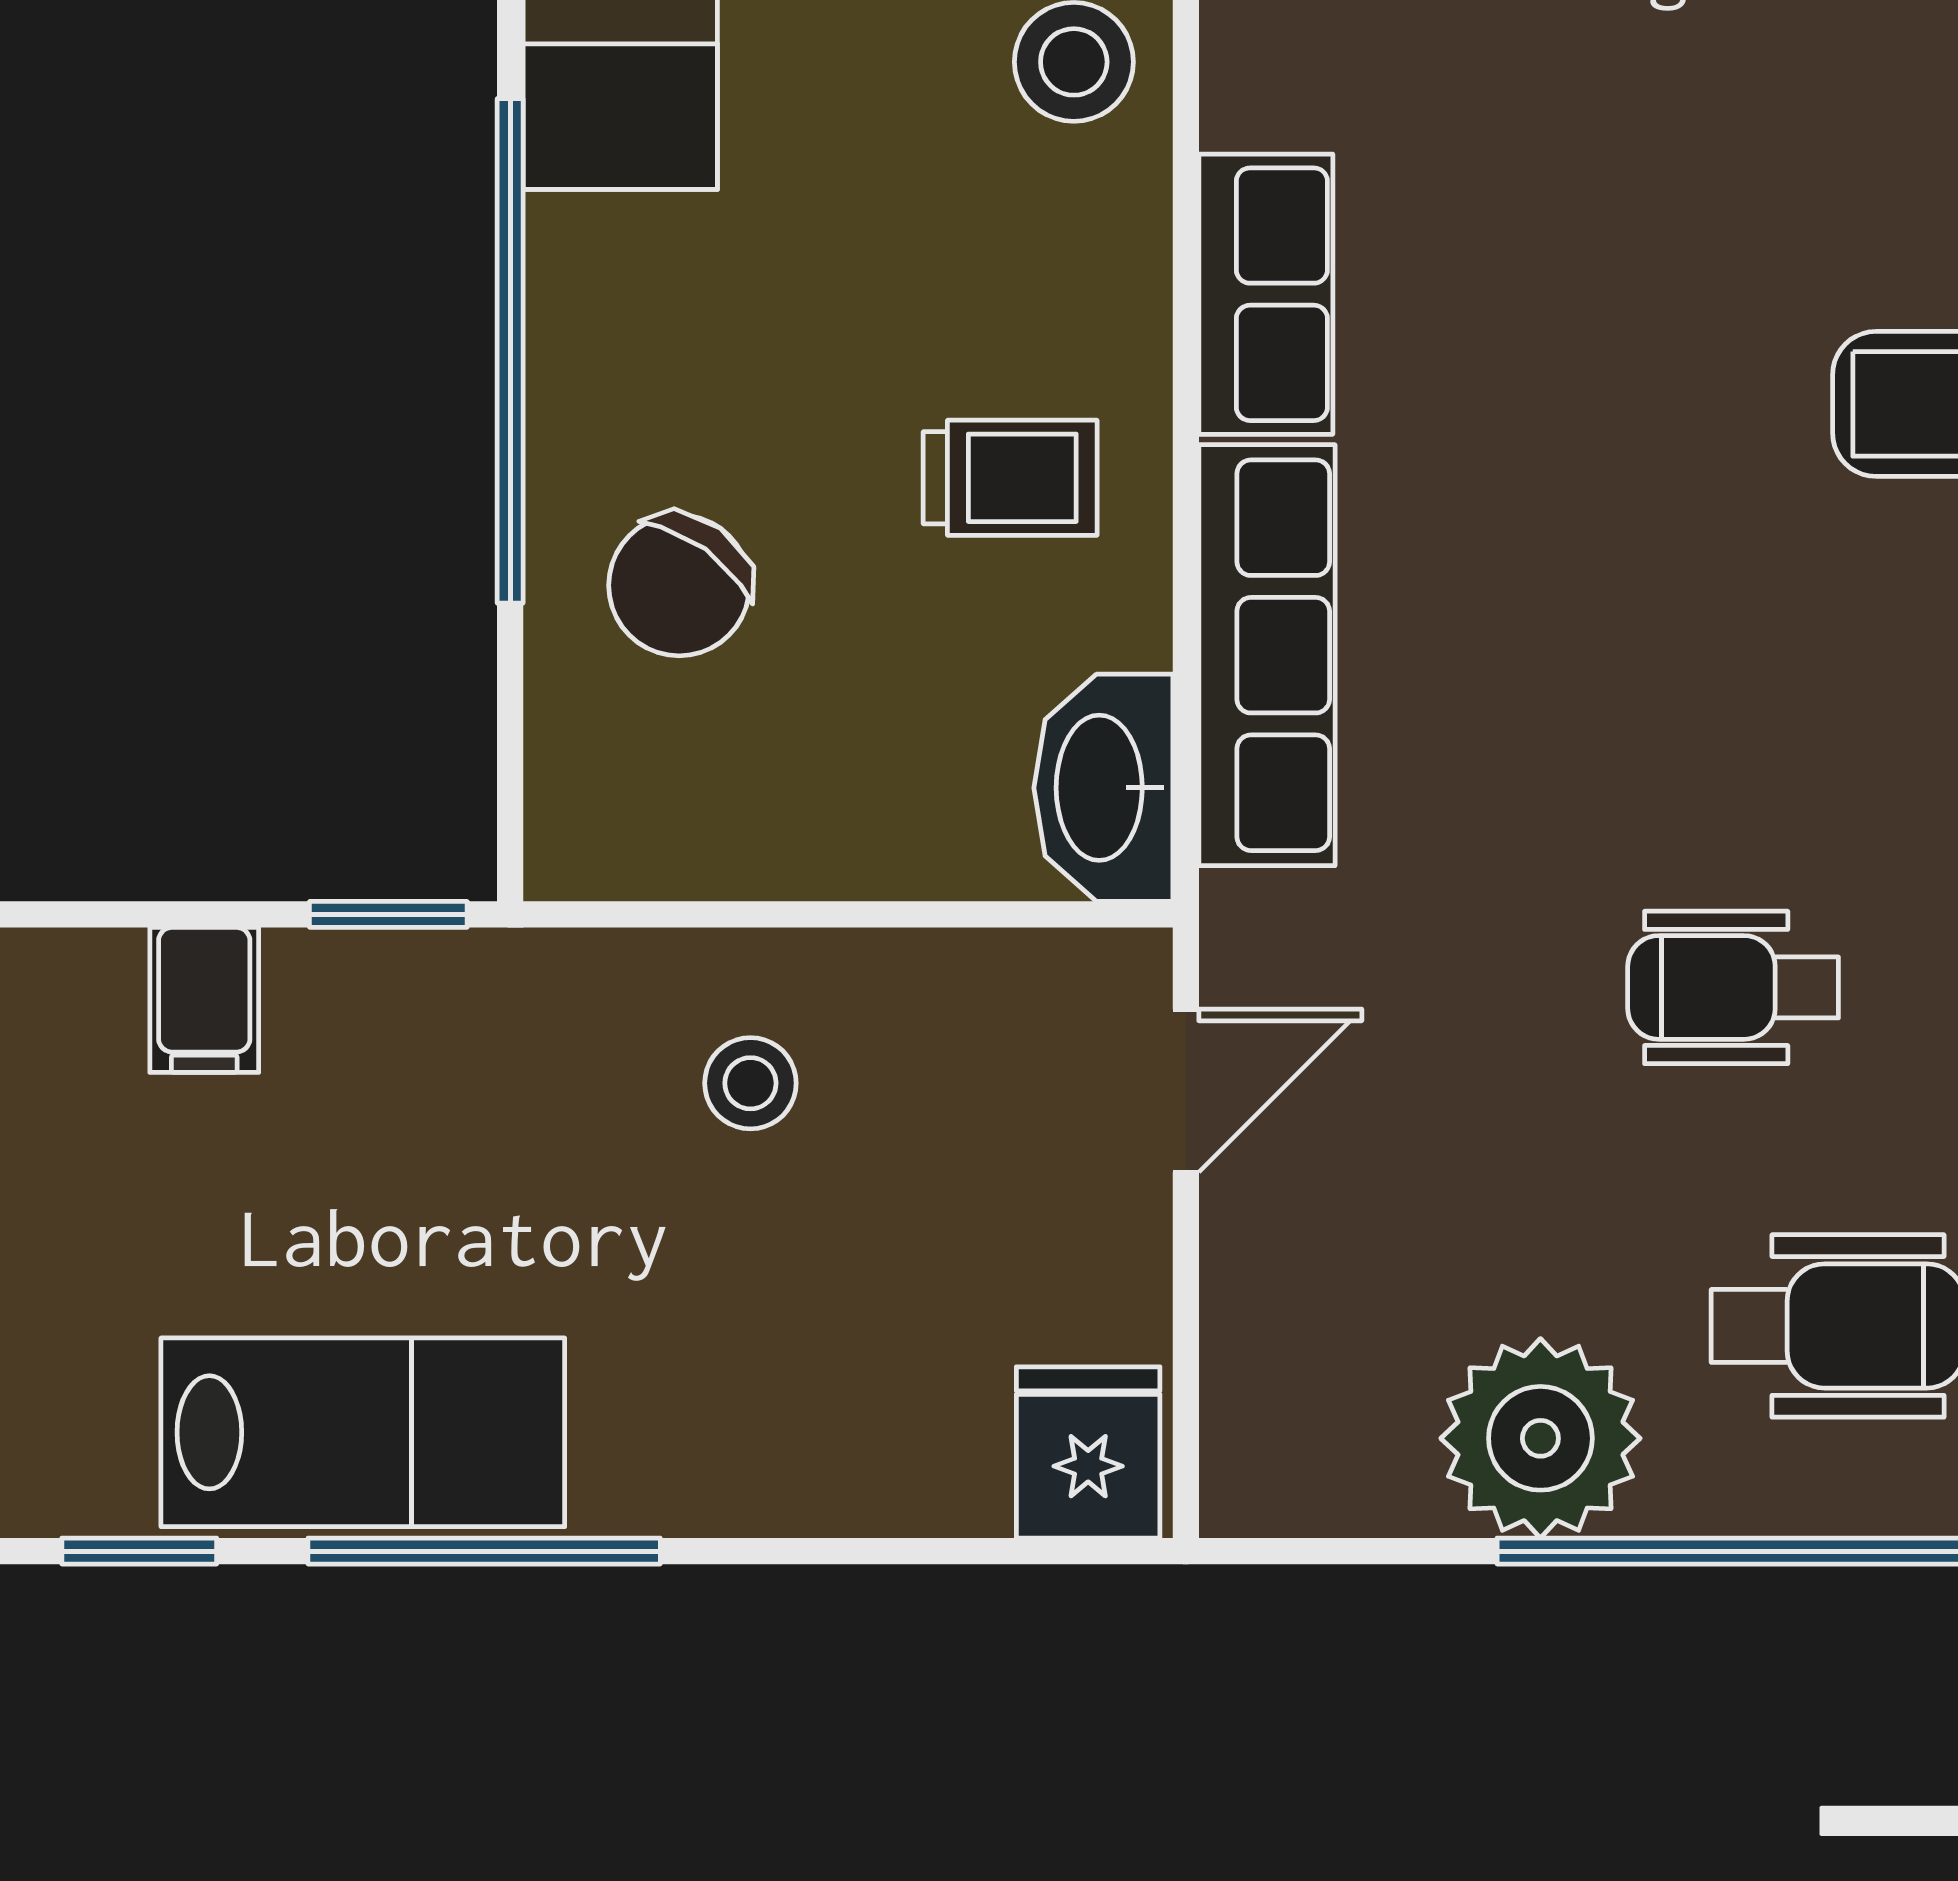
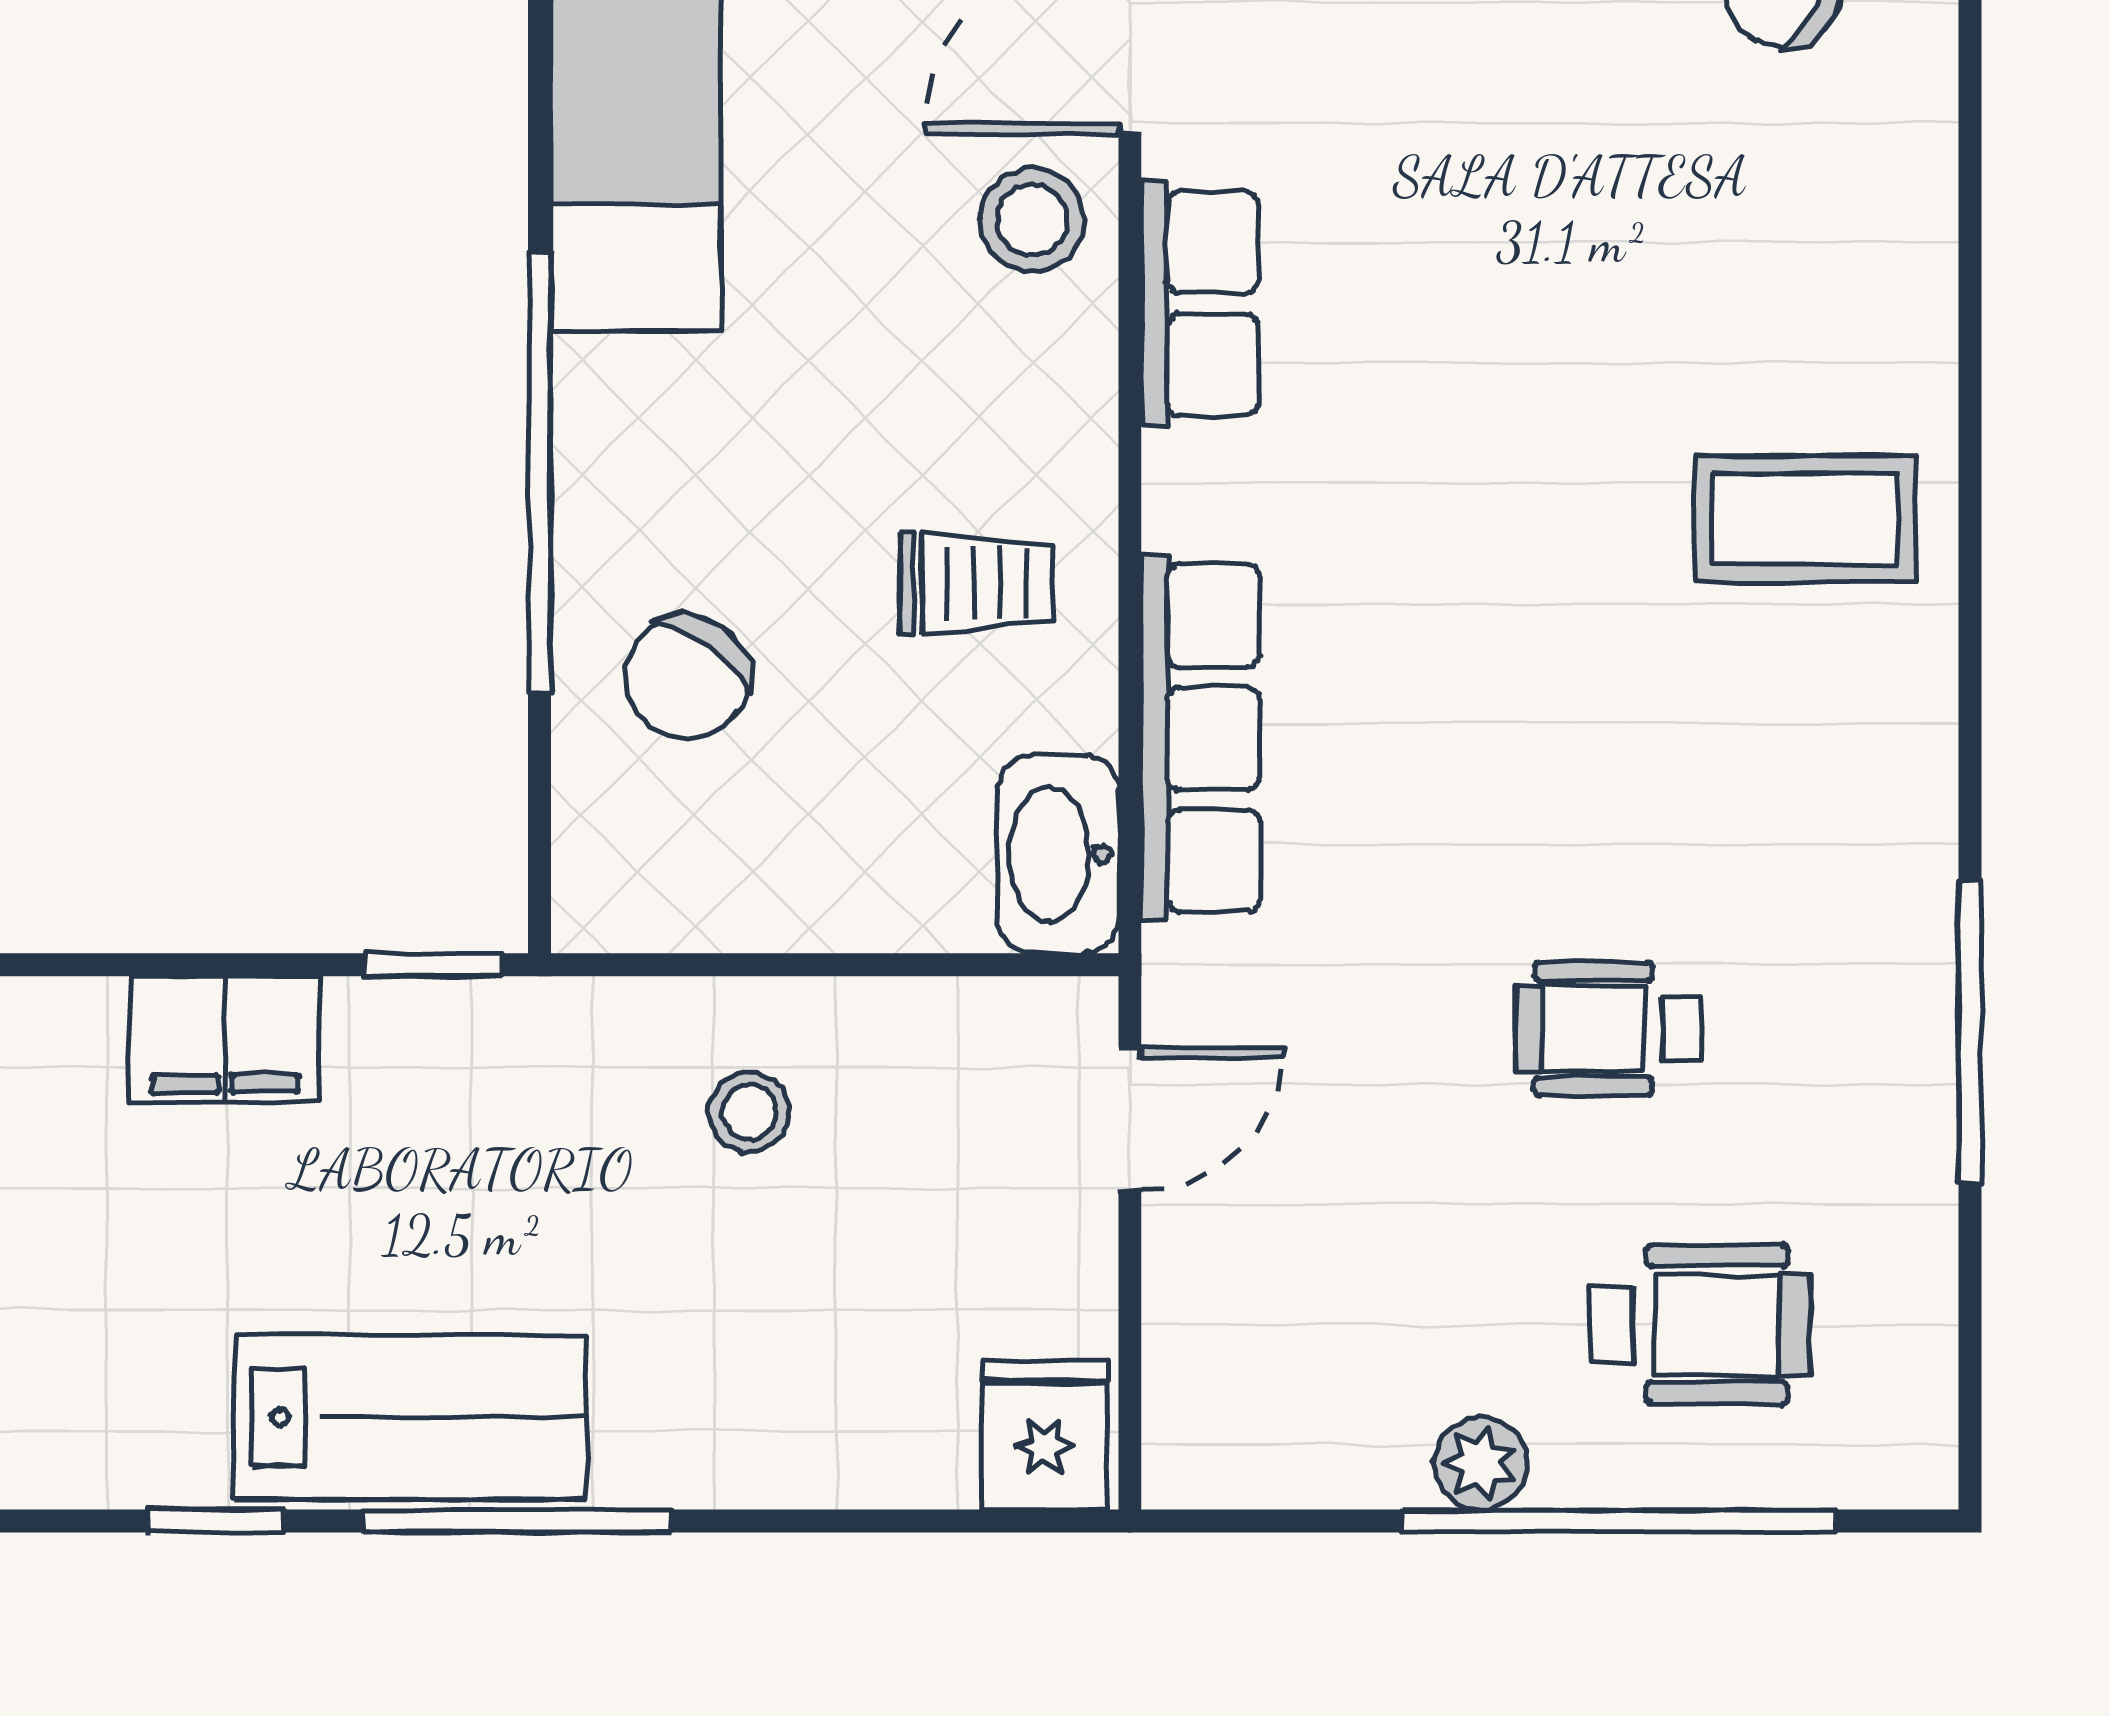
row of seats: (1266, 294) -> (1200, 303), moved
filing cabinet: (204, 1000) -> (225, 1039), width x2.00
plant: (1540, 1438) -> (1480, 1463), width x0.53, depth x0.53

